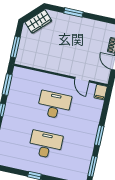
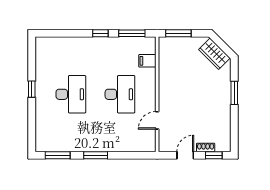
filing cabinet: (101, 92) -> (147, 61), moved

